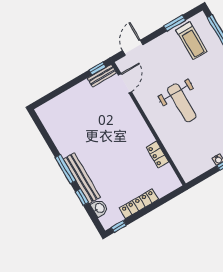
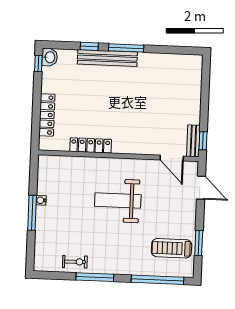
locker: (157, 155) -> (91, 145), width x1.53
locker: (139, 204) -> (47, 115), moved
washbasin: (99, 208) -> (50, 57), moved, turned -90

